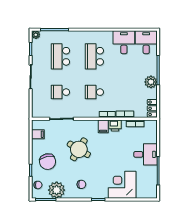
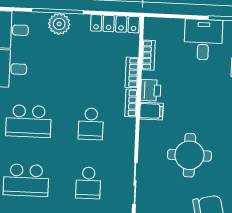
plant: (151, 82) -> (59, 24), moved
locker: (152, 108) -> (115, 24), width x1.53
round table: (79, 149) -> (189, 155), turned -31

